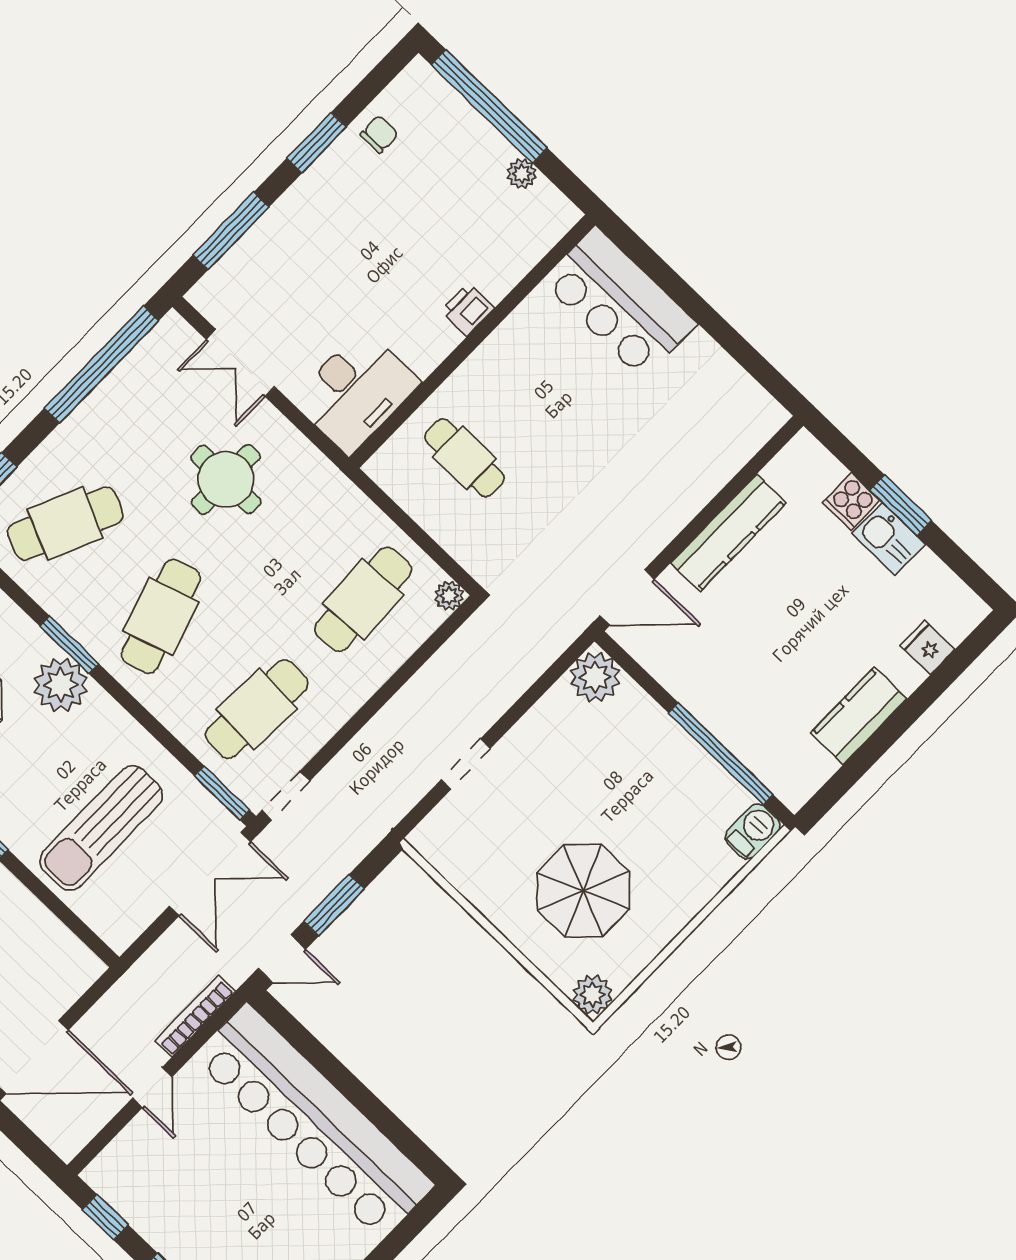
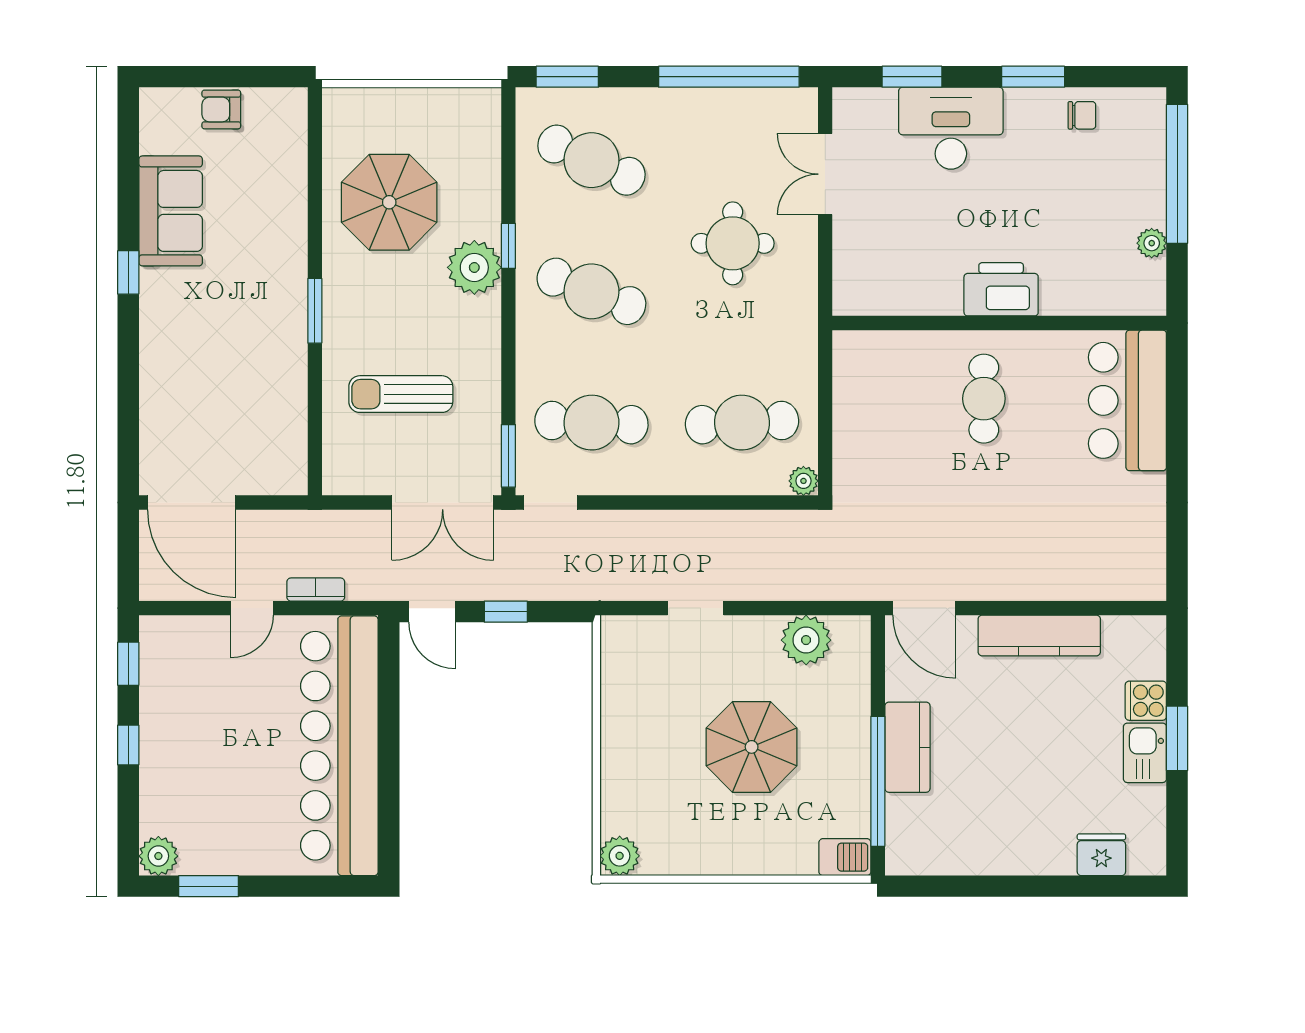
window: (231, 231) -> (912, 77), width x0.69
printer: (468, 310) -> (1001, 289), width x1.87, depth x1.48
desk: (356, 391) -> (951, 128), moved, turned 180
cafe table: (465, 458) -> (984, 399), moved
cafe table: (161, 616) -> (591, 291), turned 39
window: (69, 645) -> (508, 246), width x0.67
fridge: (927, 647) -> (1101, 855), width x1.38
plant: (595, 677) -> (806, 640), moved
kitchen counter: (859, 716) -> (907, 747), moved, turned 90
sun lounger: (101, 828) -> (401, 394), width x0.73, depth x0.75
parasol: (583, 891) -> (752, 747), moved
window: (334, 905) -> (506, 612), width x0.67
bookcase: (195, 1016) -> (316, 590), width x0.64

